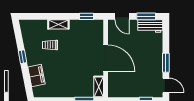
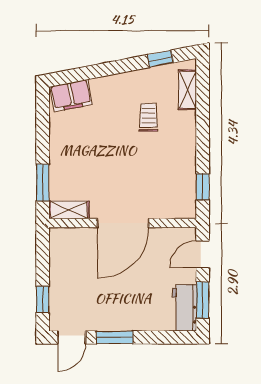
shelving: (58, 24) -> (187, 90), moved
window: (23, 57) -> (160, 59), moved
filing cabinet: (36, 75) -> (71, 96), moved

